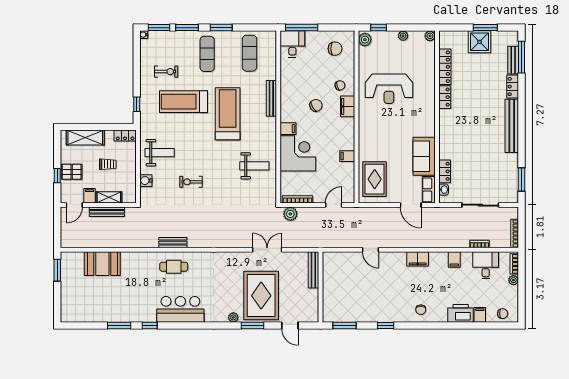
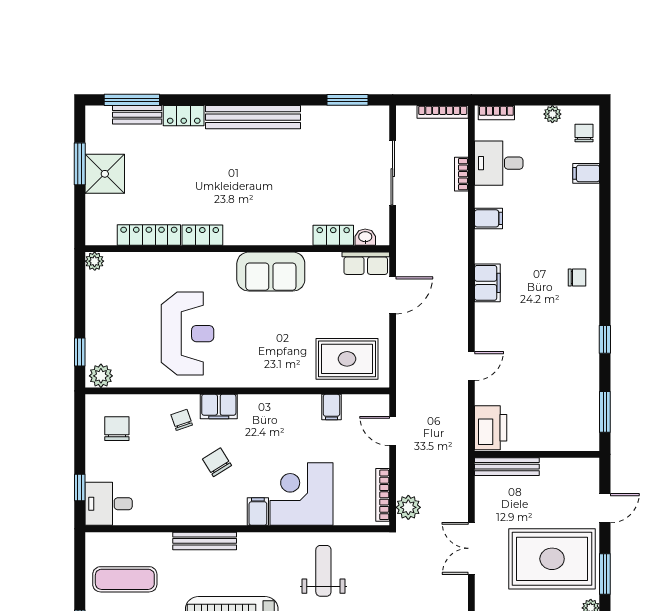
window: (302, 28) -> (80, 487), width x0.46
plant: (403, 36) -> (94, 309), removed
filing cabinet: (347, 156) -> (332, 407), moved
sofa: (424, 156) -> (271, 272), moved
plant: (513, 280) -> (552, 114), moved
printer: (461, 313) -> (491, 428), moved, turned 180

